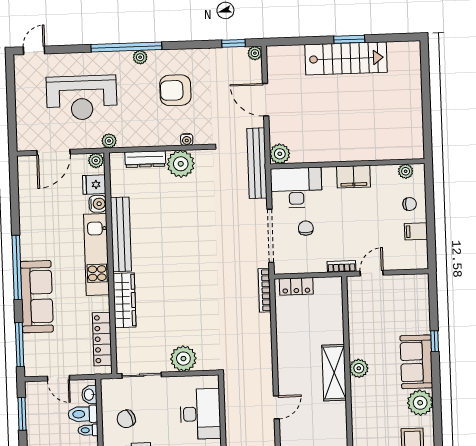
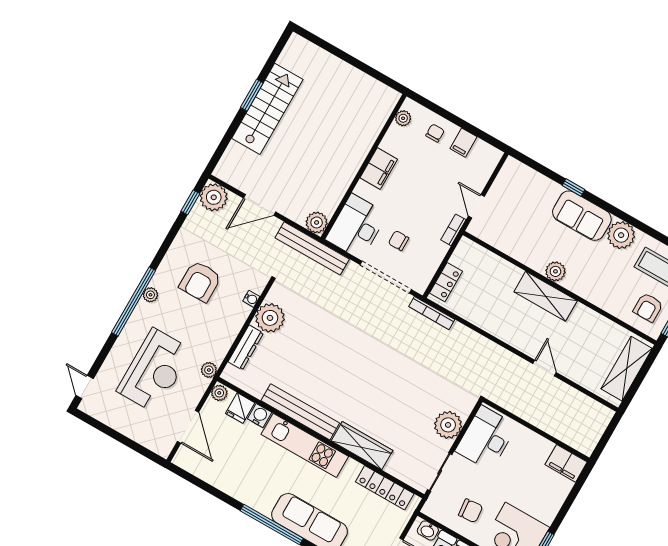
plant: (255, 53) -> (214, 197), width x1.87, depth x1.87
desk: (200, 414) -> (486, 438), moved, turned -90
chair: (126, 419) -> (471, 511), turned -72

